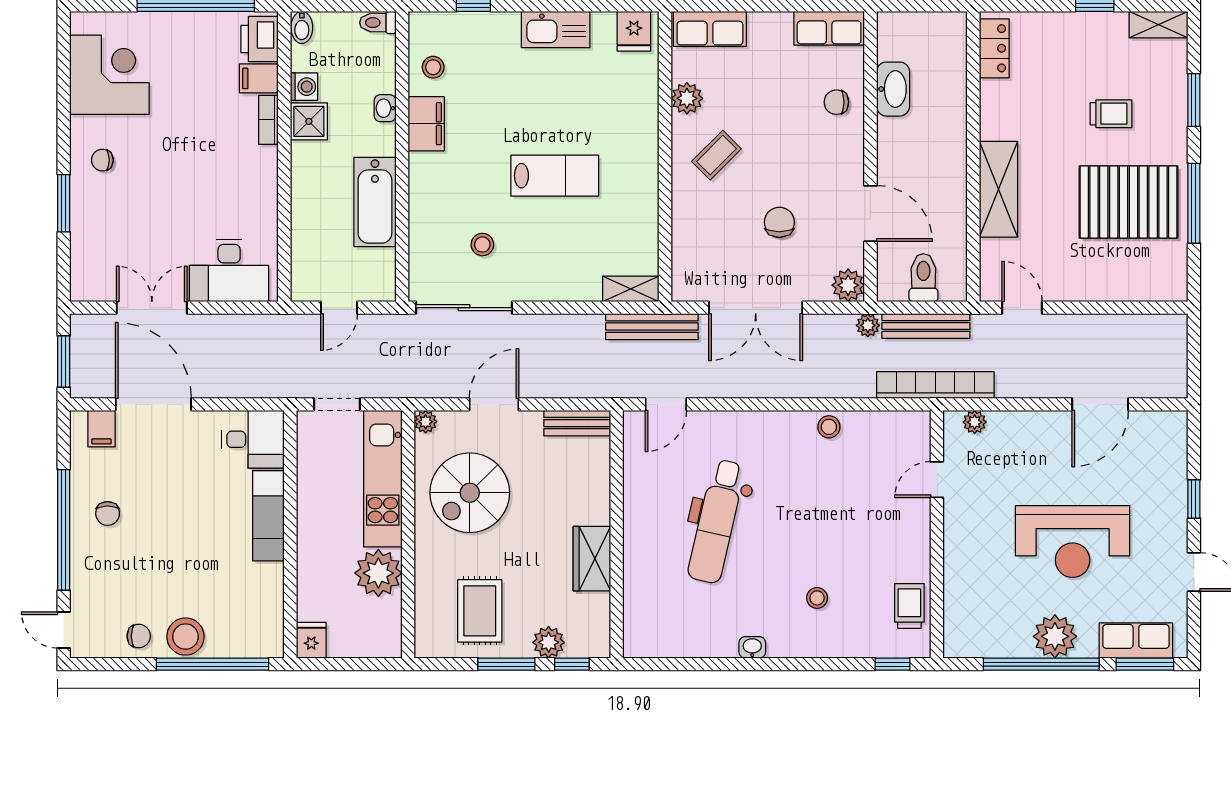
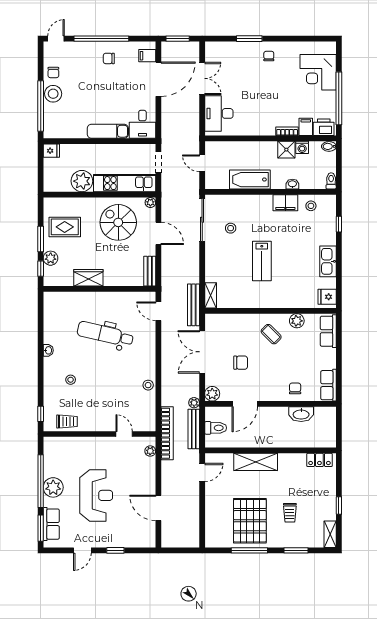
corner desk: (109, 75) -> (318, 72), moved, turned 90
reception desk: (1073, 541) -> (96, 495), turned 180

